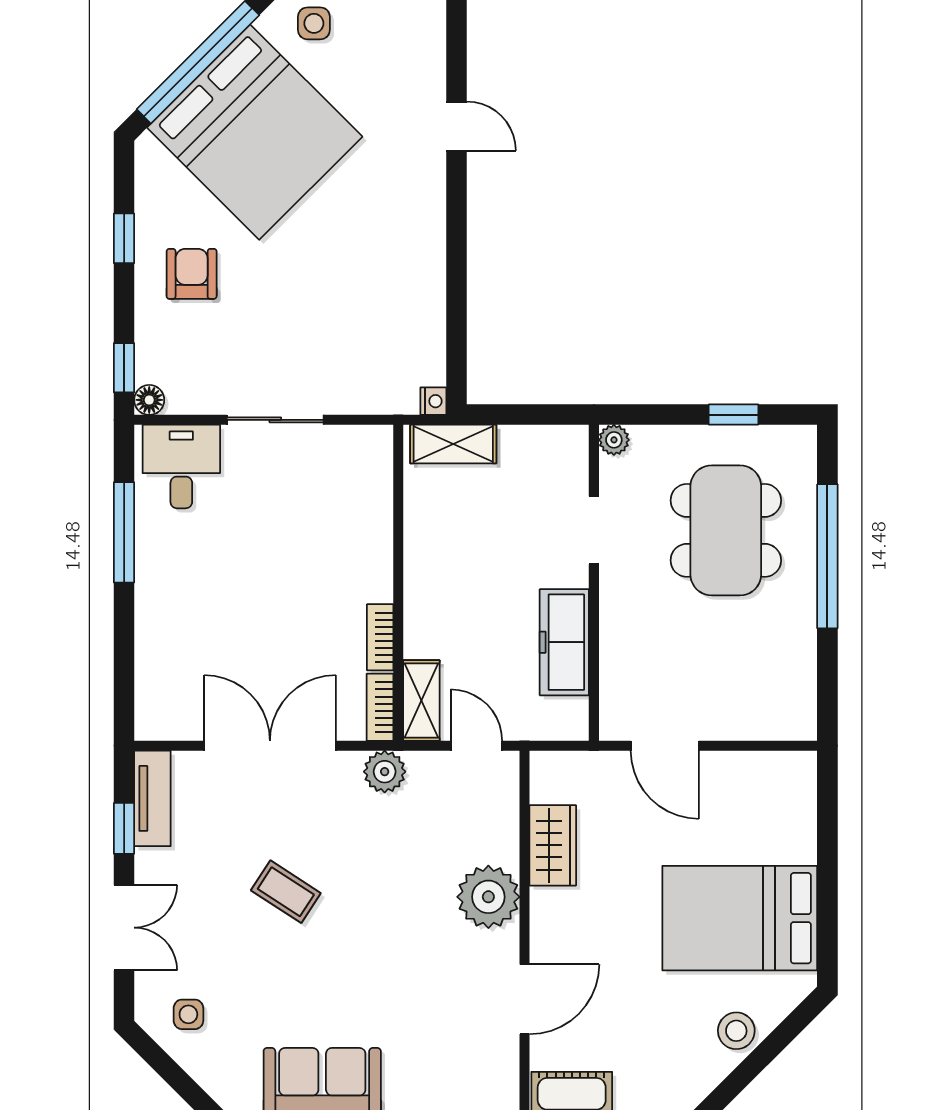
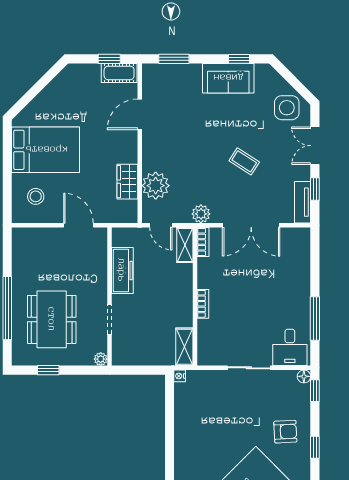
armchair: (192, 274) -> (285, 432), turned -93
shelving: (453, 444) -> (184, 347), moved, turned 90
bookcase: (380, 637) -> (203, 304), moved
plant: (488, 897) -> (156, 186), moved
side table: (188, 1014) -> (287, 108), width x1.87, depth x1.87
stool: (736, 1031) -> (36, 196), moved

